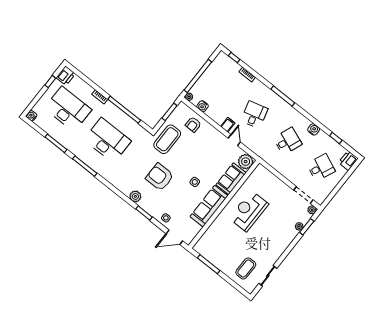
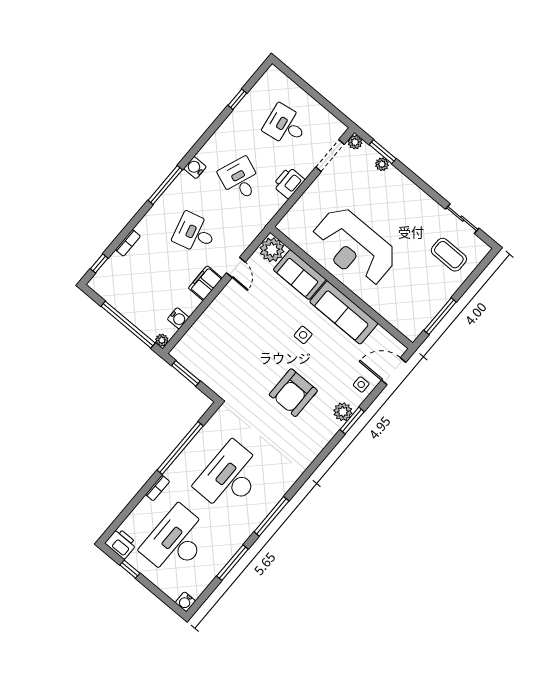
armchair: (193, 124) -> (208, 335), removed
filing cabinet: (228, 125) -> (205, 283), width x2.00
water cooler: (314, 129) -> (195, 168), moved
coffee table: (167, 139) -> (231, 378), removed
door: (234, 140) -> (236, 267), swing flipped
printer: (348, 161) -> (289, 183), moved, turned 90
desk: (321, 167) -> (285, 125), turned -33
plant: (135, 196) -> (343, 412), moved
reception desk: (249, 211) -> (354, 247), width x1.36, depth x1.30
door: (174, 237) -> (394, 371), swing flipped

